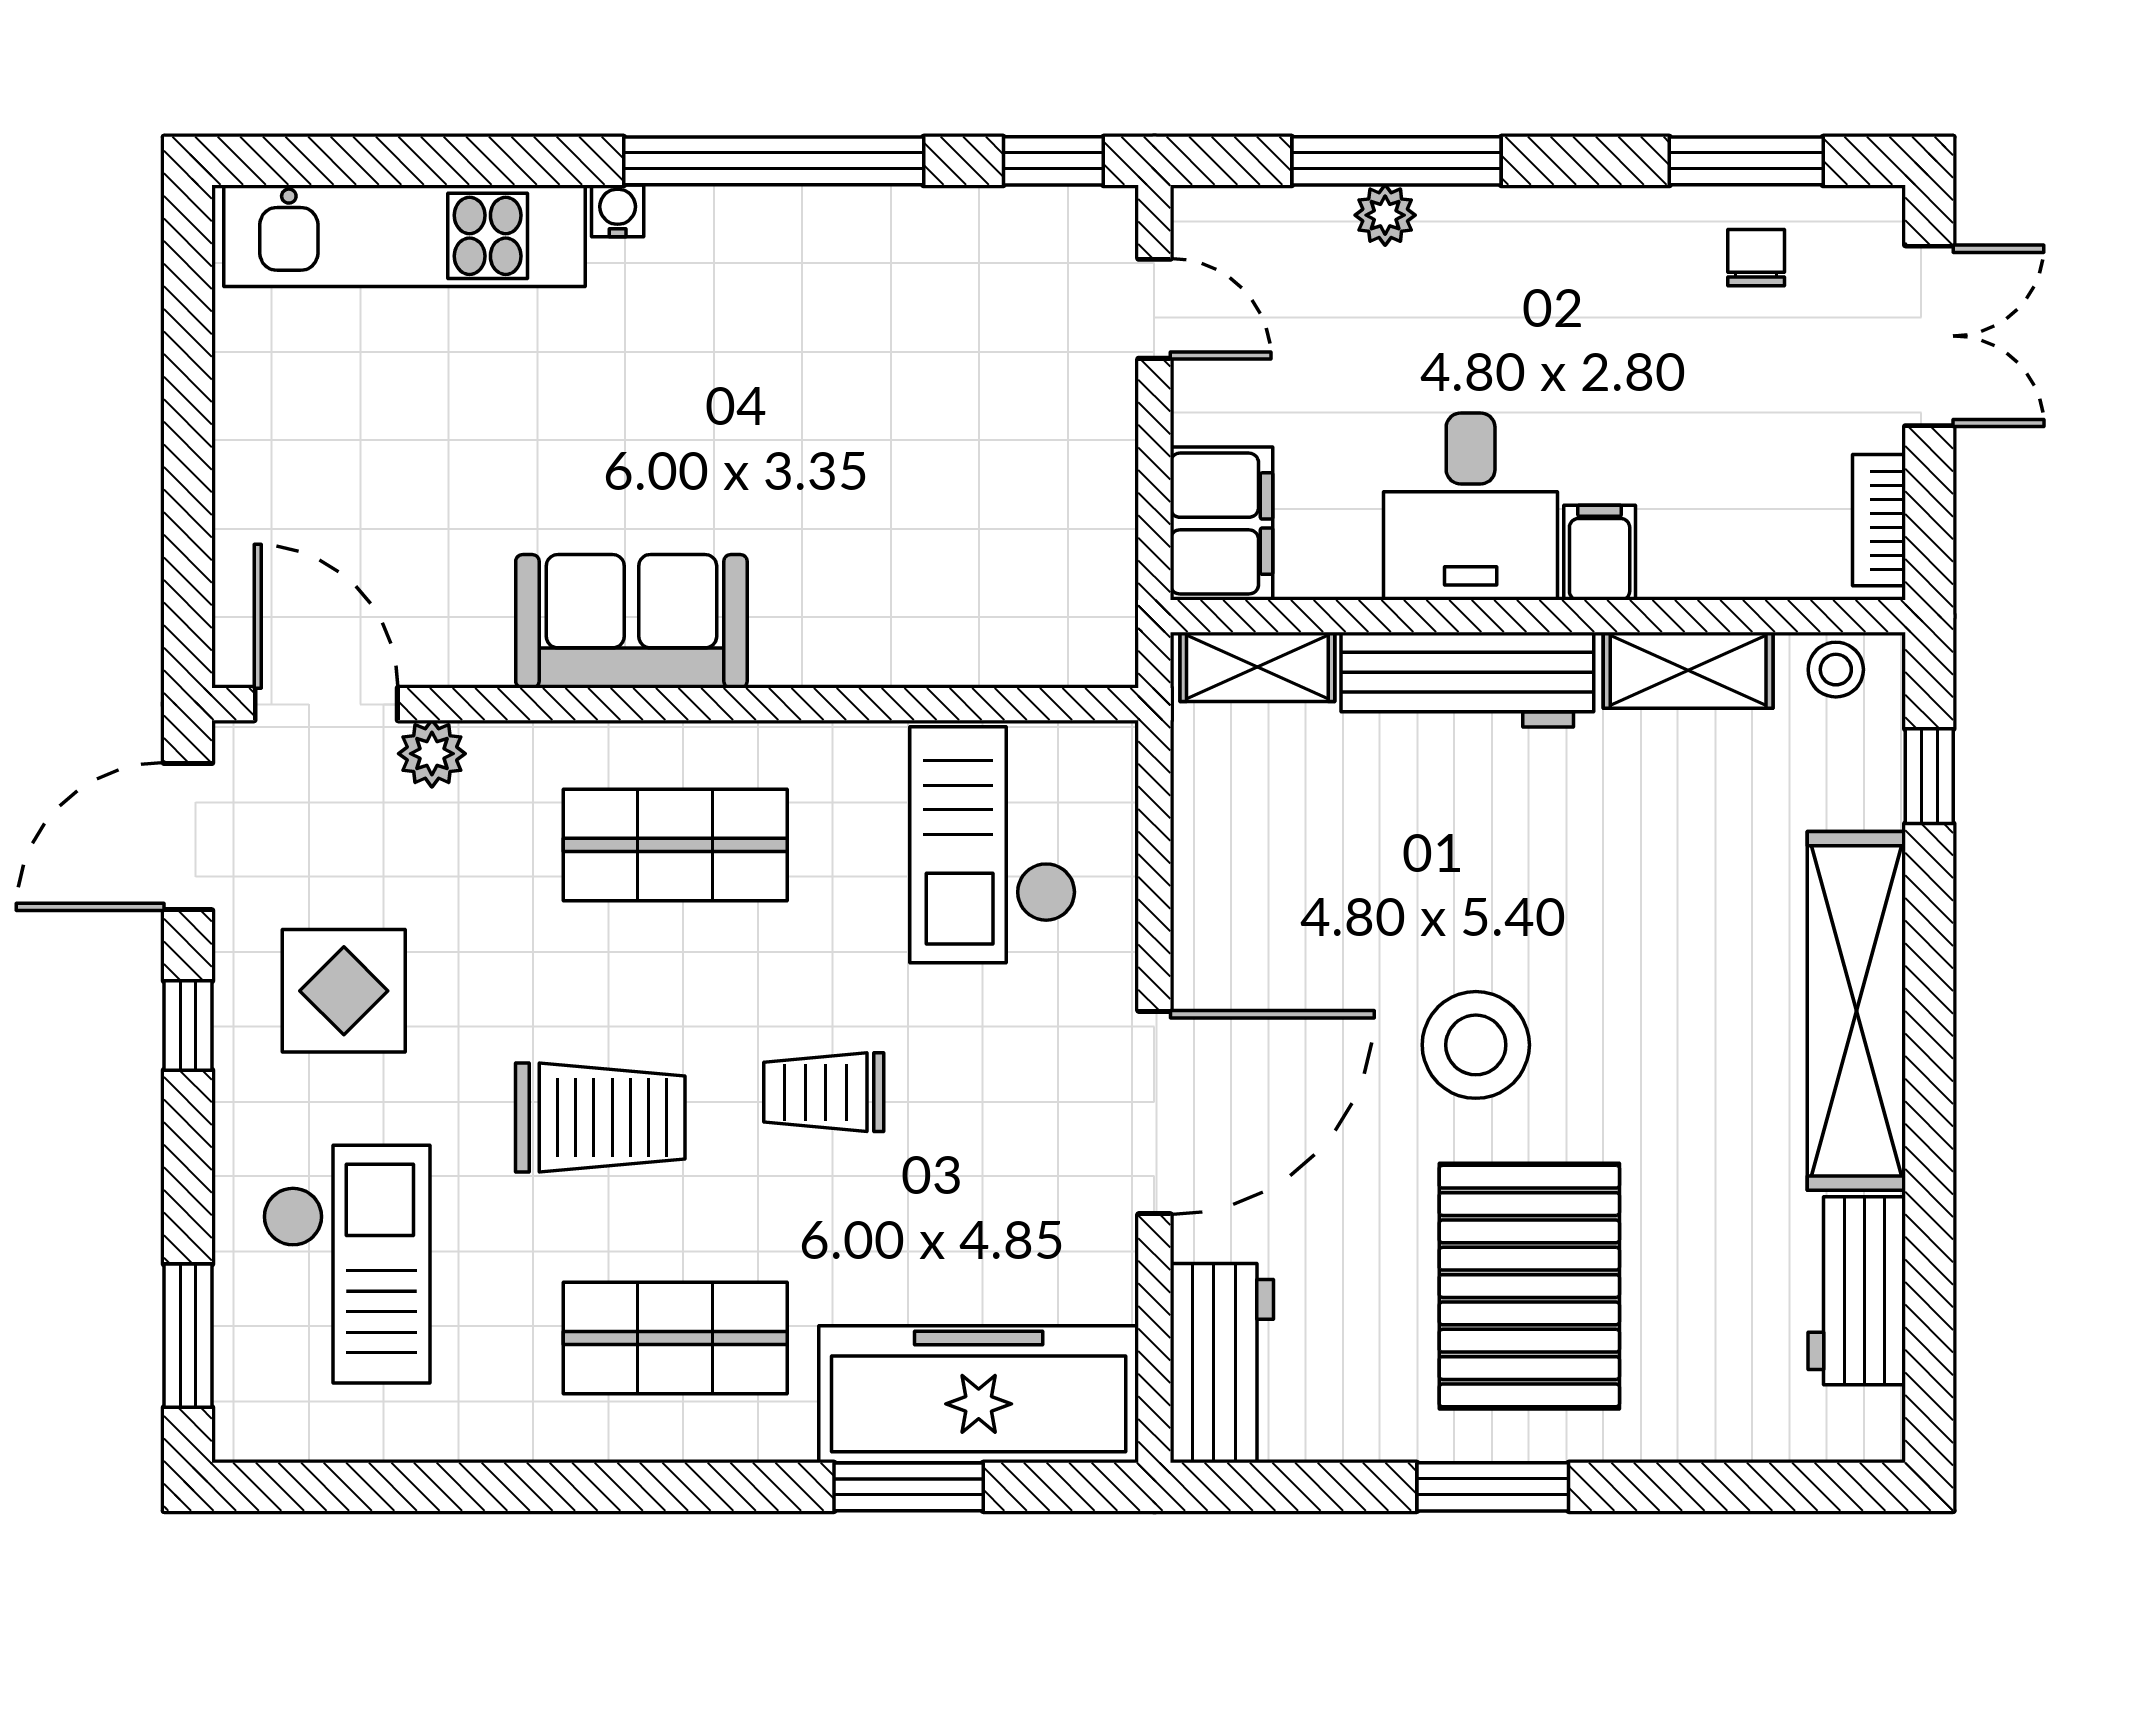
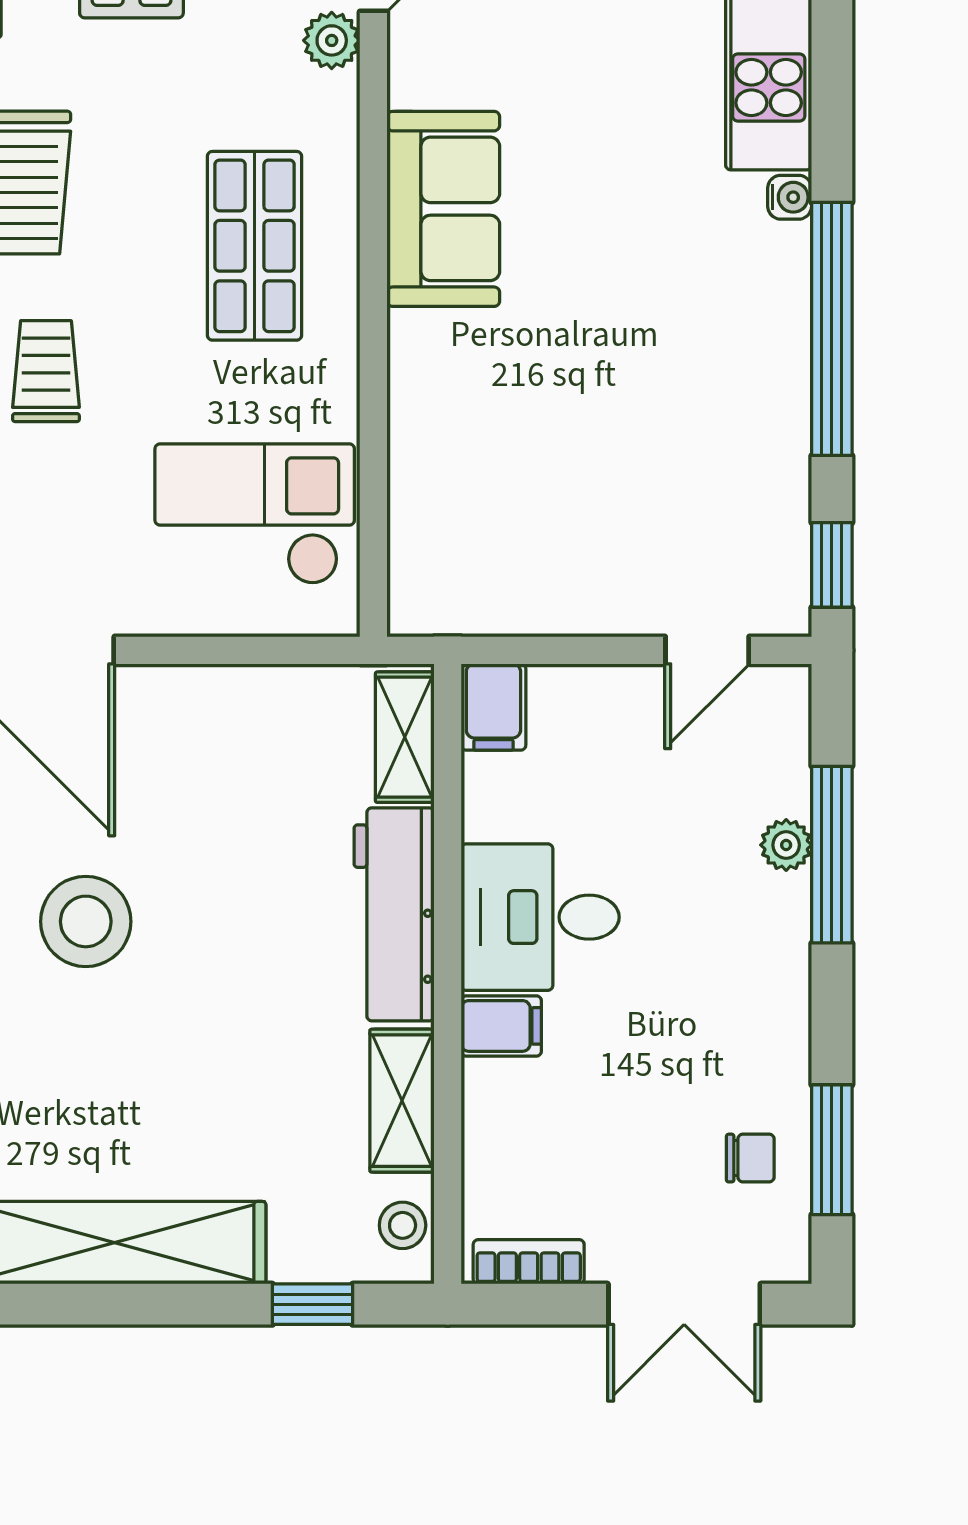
filing cabinet: (1222, 524) -> (493, 707), width x0.50

